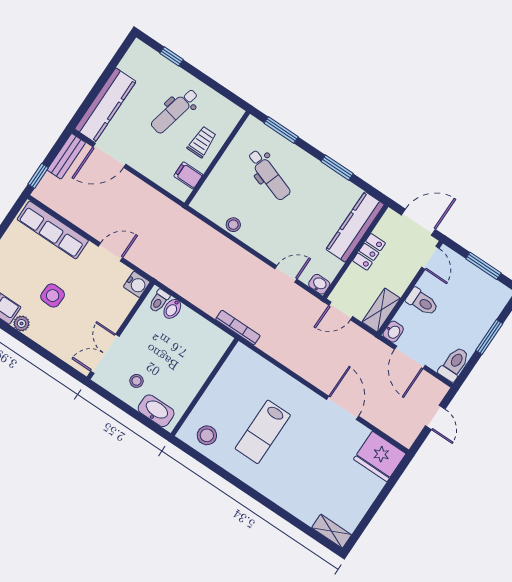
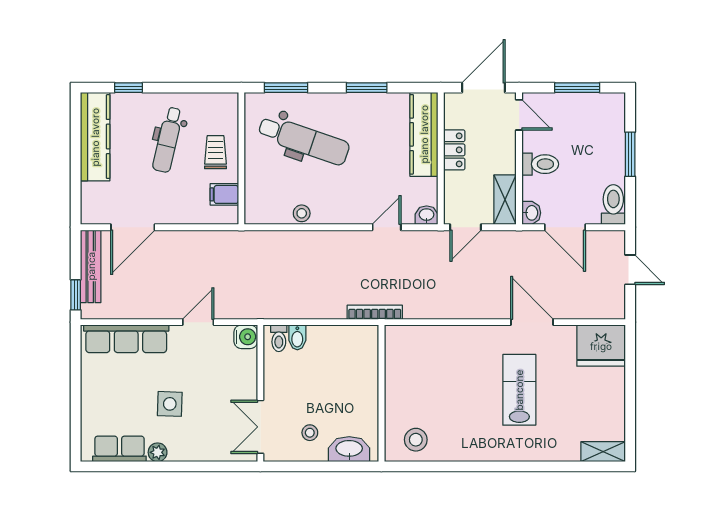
kitchen counter: (105, 105) -> (95, 137), moved
bench: (66, 156) -> (91, 266), width x1.36
dental chair: (269, 175) -> (304, 140), width x1.36, depth x1.38
lab bench: (263, 432) -> (519, 390), moved, turned 180

